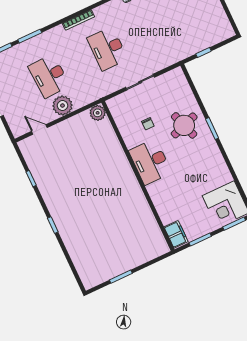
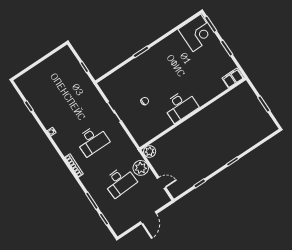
plant: (98, 113) -> (150, 151), moved
round table: (184, 125) -> (142, 73), removed
door: (39, 129) -> (162, 183), swing flipped
desk: (150, 162) -> (181, 106), moved
wall: (138, 176) -> (193, 114), moved
filing cabinet: (176, 234) -> (233, 78), moved

